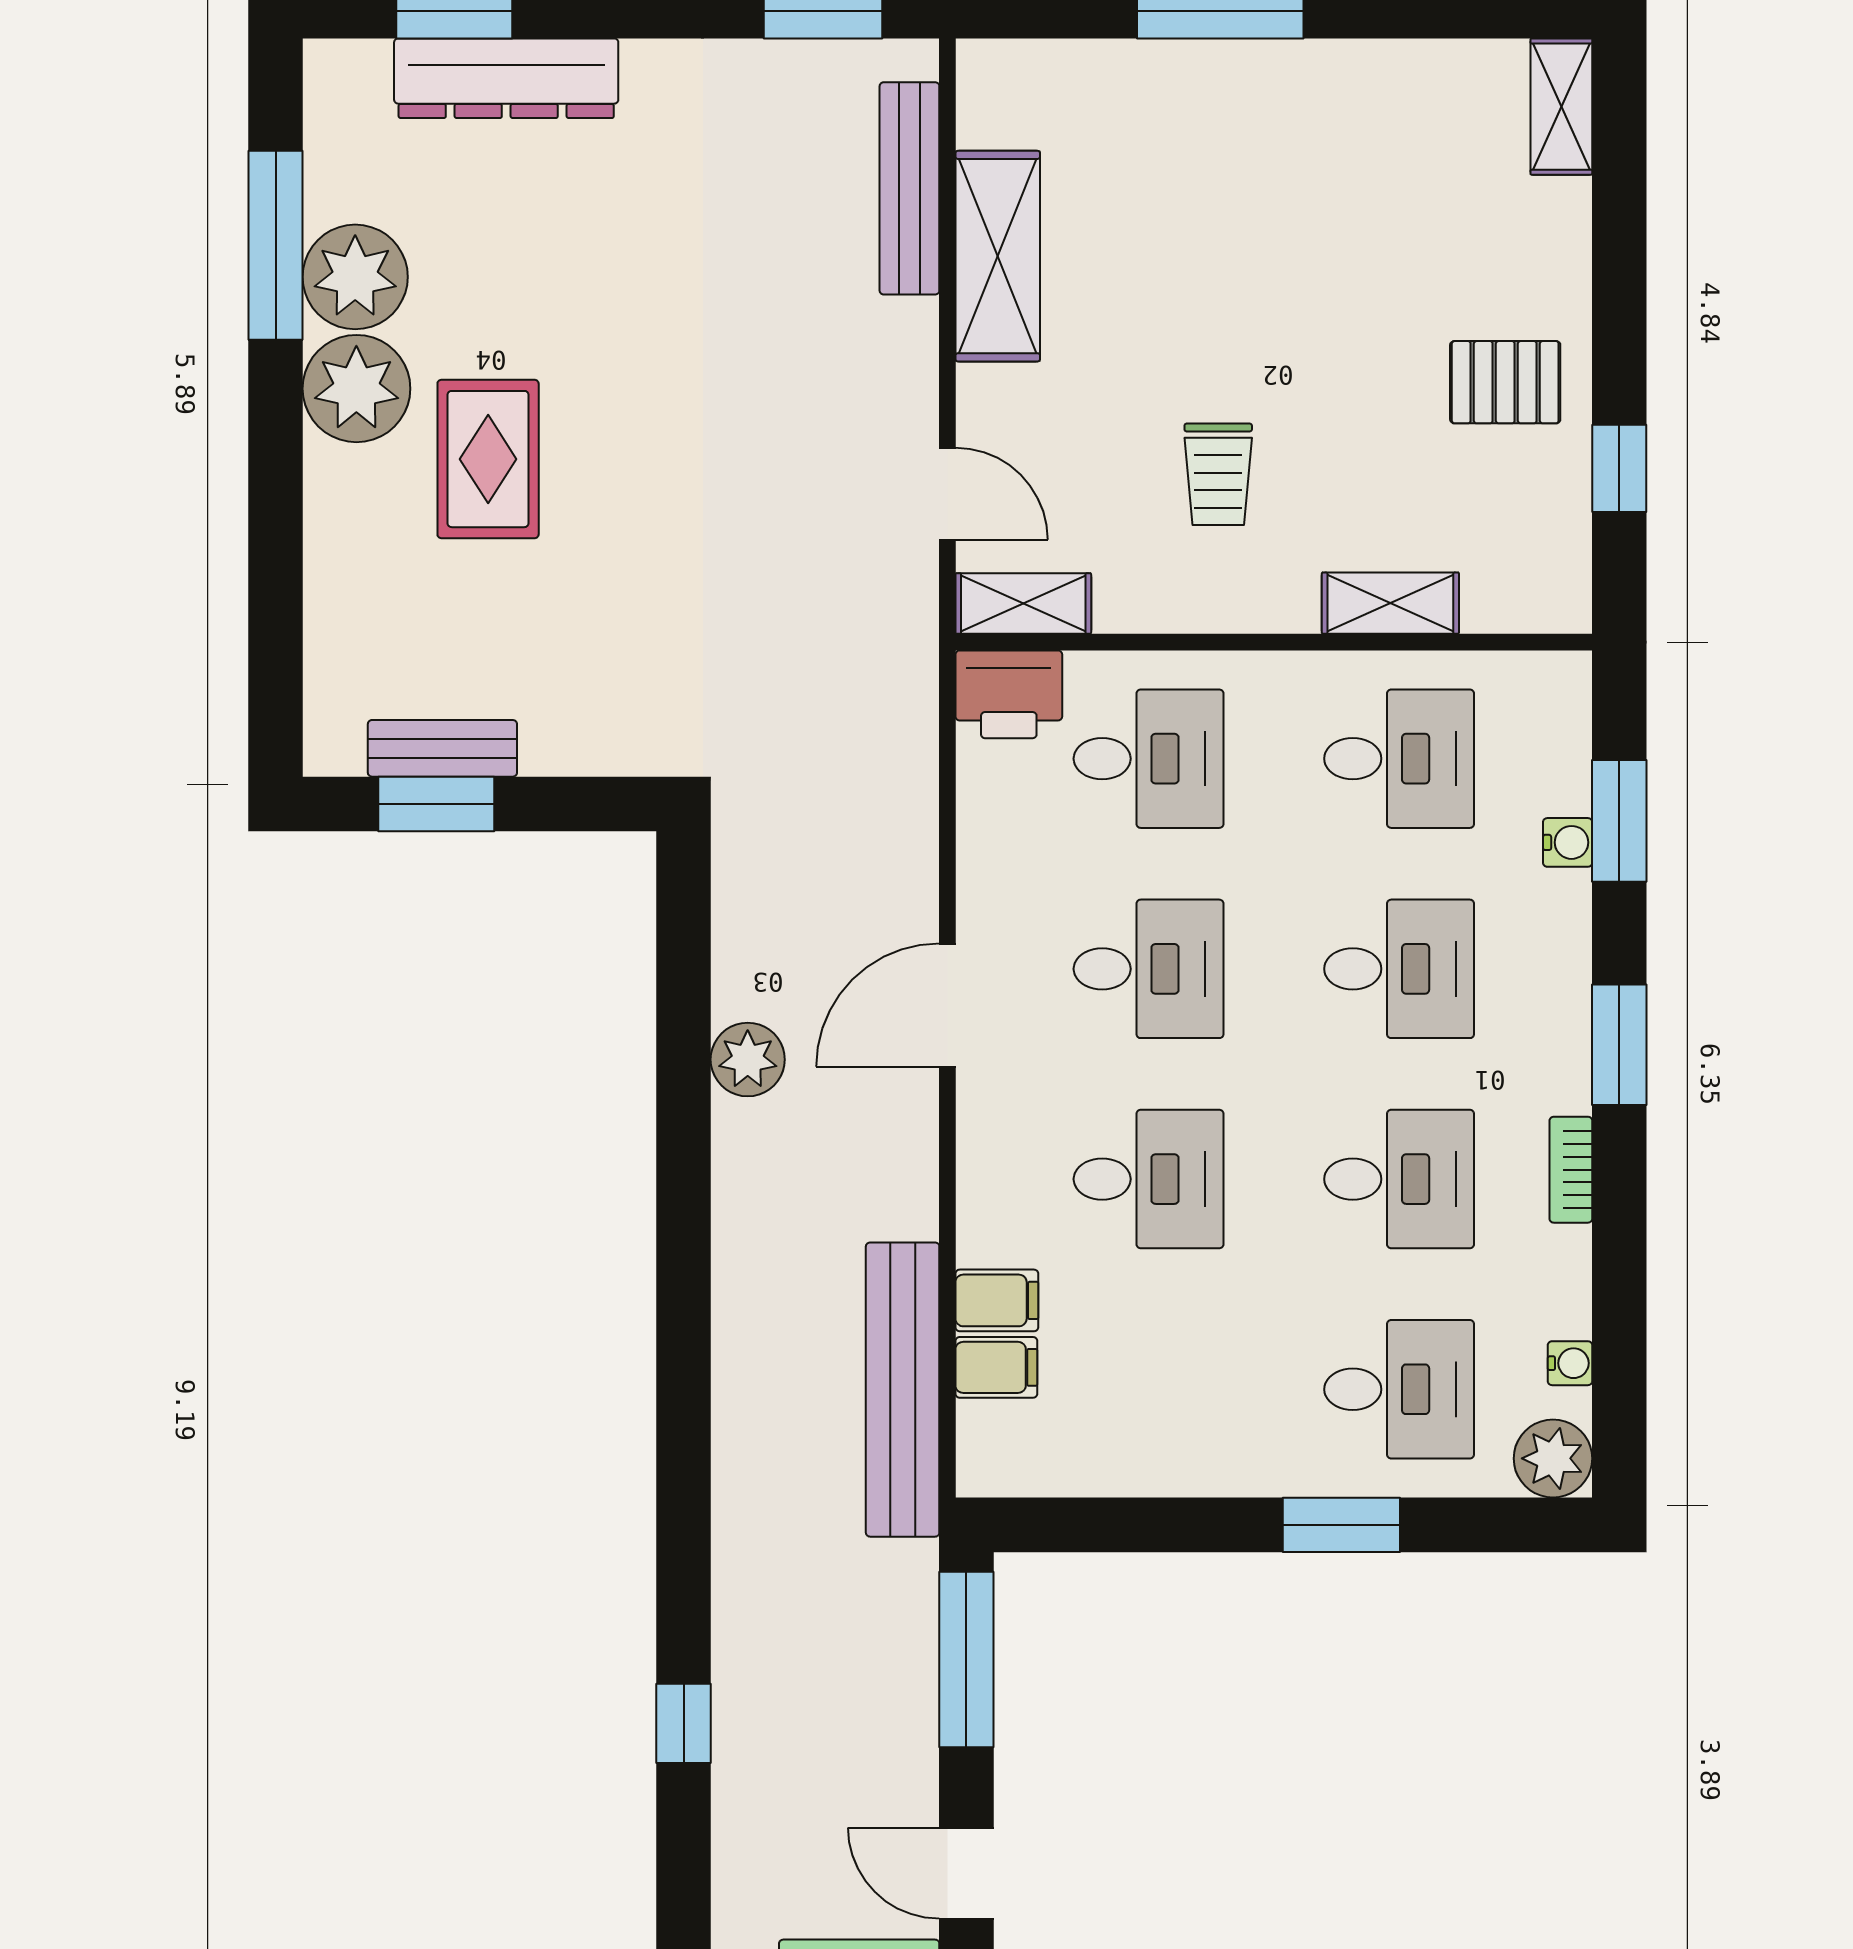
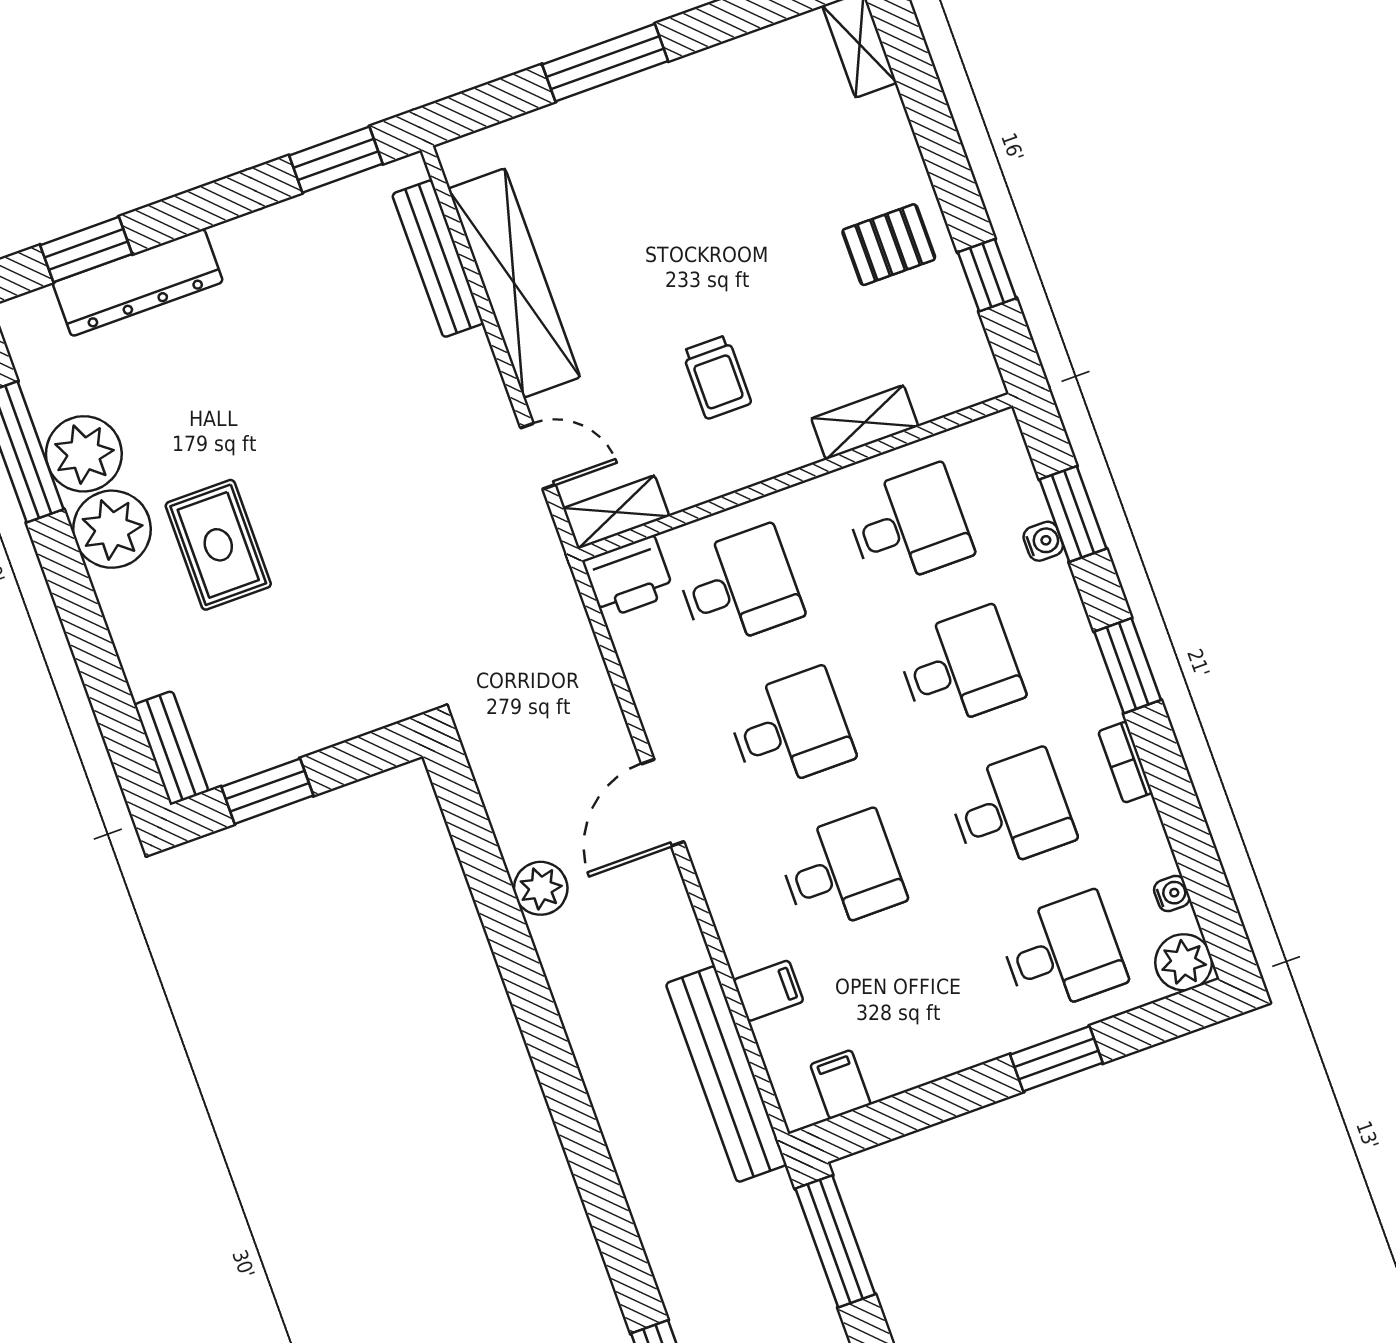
shelving: (998, 256) -> (514, 283), width x1.47
bench: (442, 748) -> (171, 748), moved, turned 90
filing cabinet: (996, 1367) -> (841, 1085), moved, turned -90

